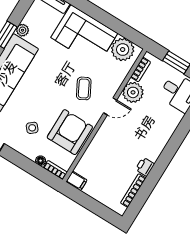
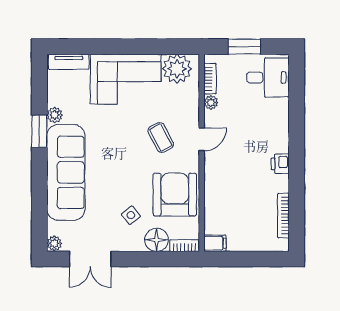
plant: (133, 92) -> (211, 102), width x0.53, depth x0.53
floor lamp: (41, 161) -> (157, 240), width x1.89, depth x1.89
printer: (145, 167) -> (280, 164), moved

